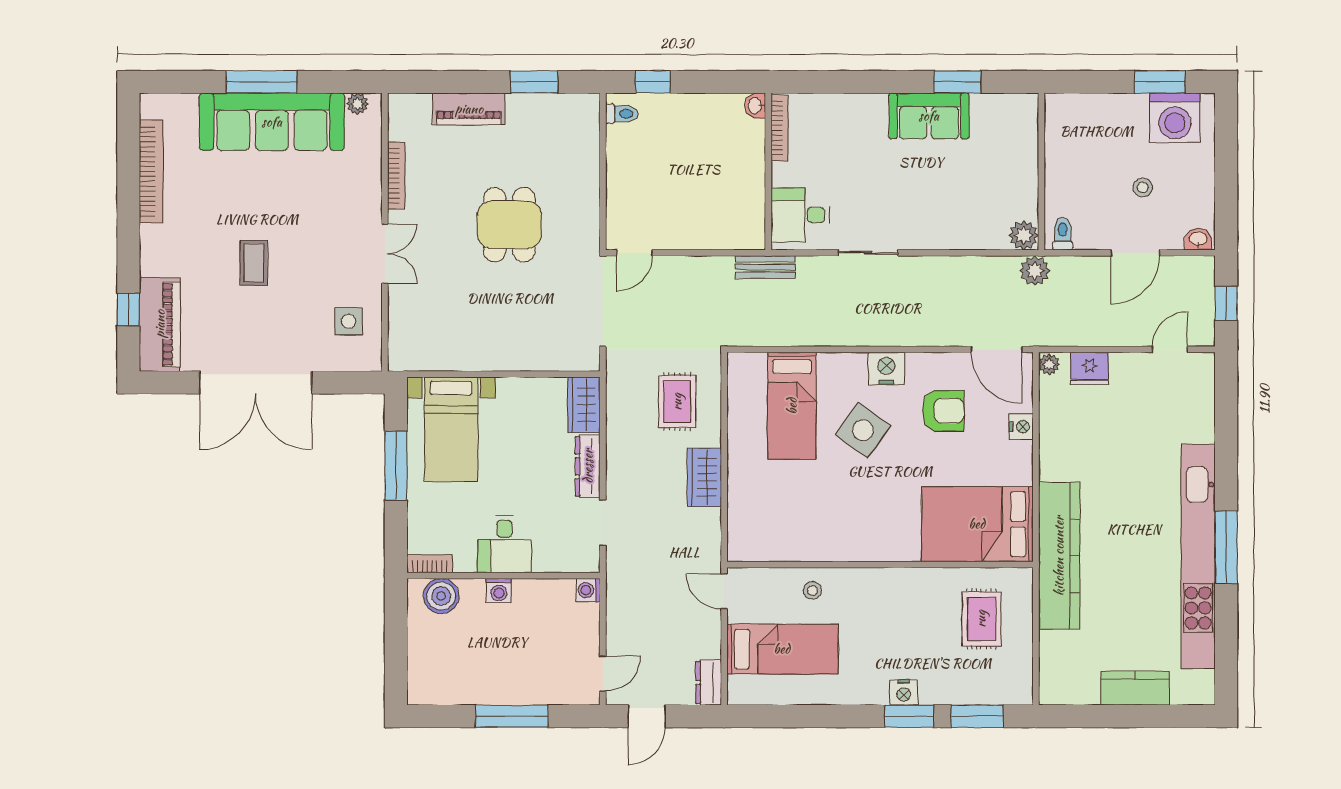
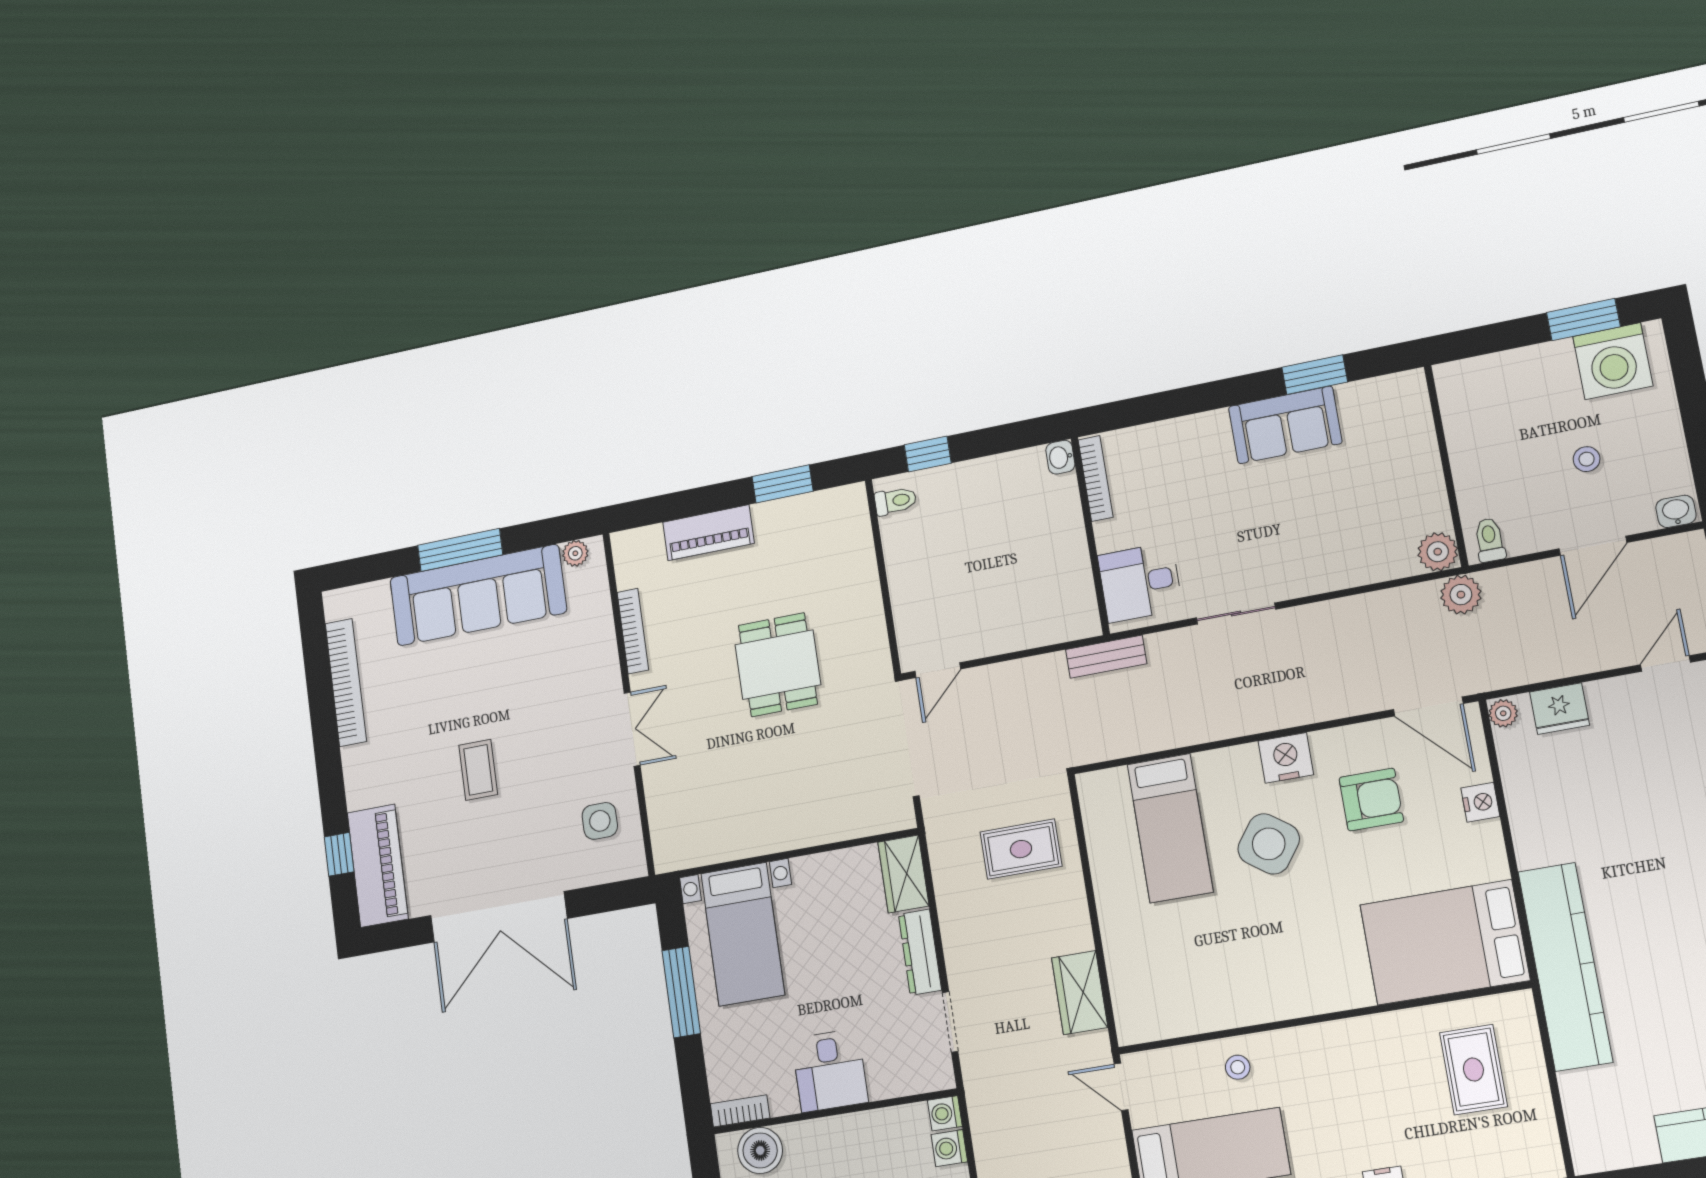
rug: (677, 402) -> (1021, 849), turned 90
wardrobe: (704, 477) -> (1080, 993), moved
washing machine: (499, 591) -> (949, 1148), moved, turned 90

